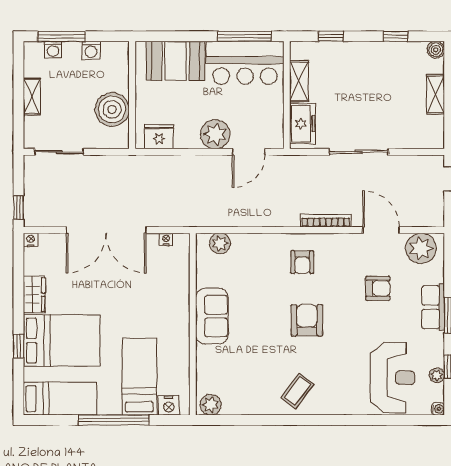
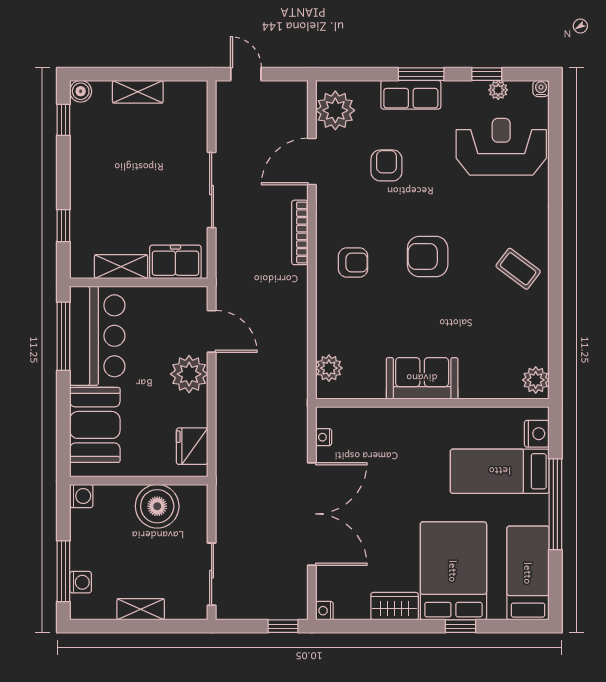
window: (396, 36) -> (63, 120), moved
washing machine: (91, 50) -> (81, 496), moved

